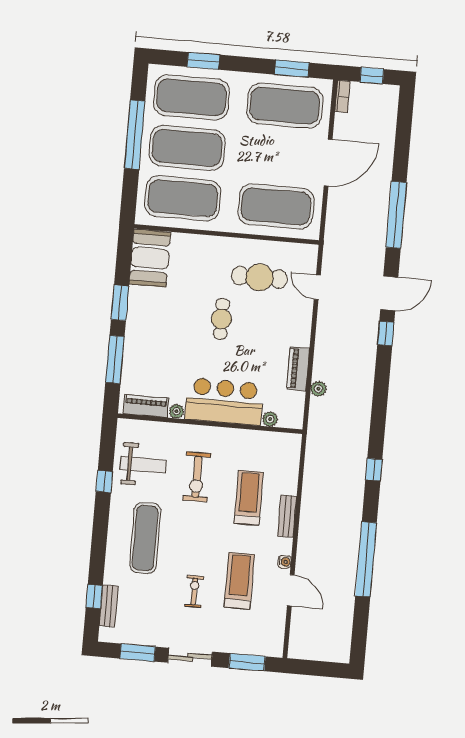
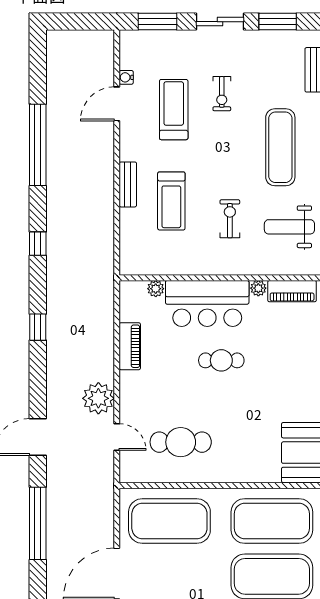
cafe table: (221, 319) -> (221, 360), moved, turned 90
window: (386, 334) -> (38, 327), moved
plant: (318, 389) -> (98, 398), moved, width x1.87, depth x1.87
exercise bike: (197, 477) -> (230, 219), width x0.73, depth x0.72
water cooler: (285, 562) -> (126, 77), moved
treadmill: (239, 581) -> (174, 110), turned 180
door: (291, 590) -> (117, 104), hinge flipped

